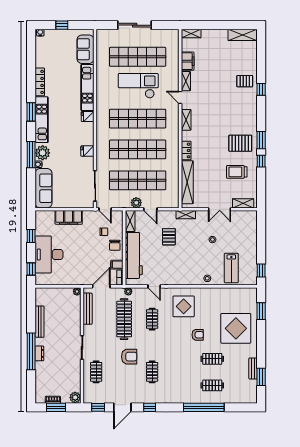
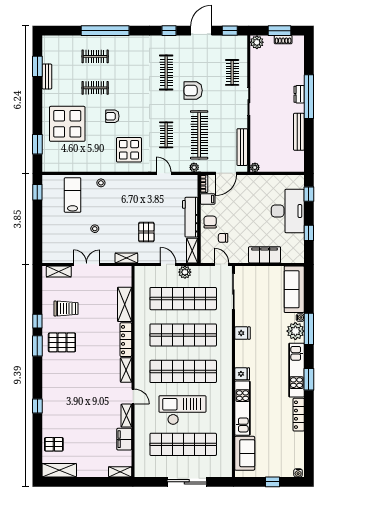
pallet: (245, 81) -> (54, 444), moved
checkout: (138, 86) -> (182, 410), turned 180
locker: (186, 150) -> (126, 340), width x1.53
shelving: (187, 182) -> (125, 304), width x0.68
workbench: (134, 255) -> (190, 217), width x0.73, depth x0.76
clothes rail: (152, 372) -> (166, 72), width x1.36

